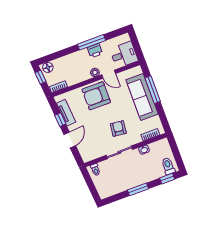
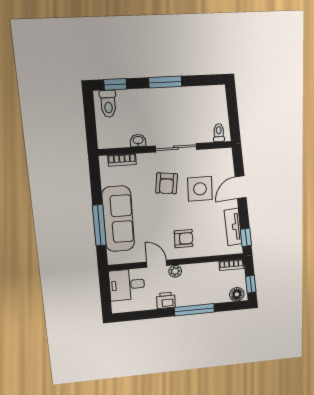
window: (92, 42) -> (194, 310), moved
armchair: (96, 96) -> (184, 239), width x0.53, depth x0.53
window: (60, 120) -> (246, 237), moved
side table: (96, 131) -> (200, 189), added

